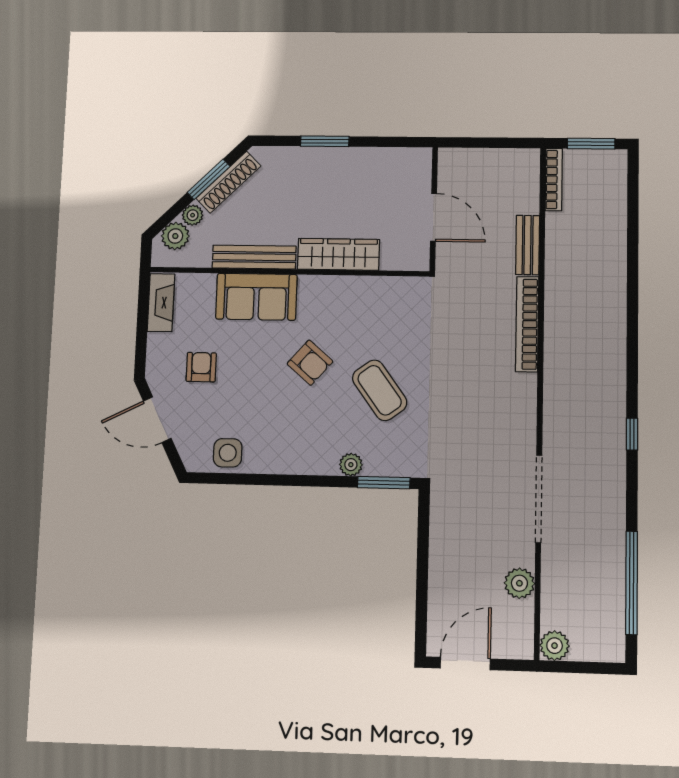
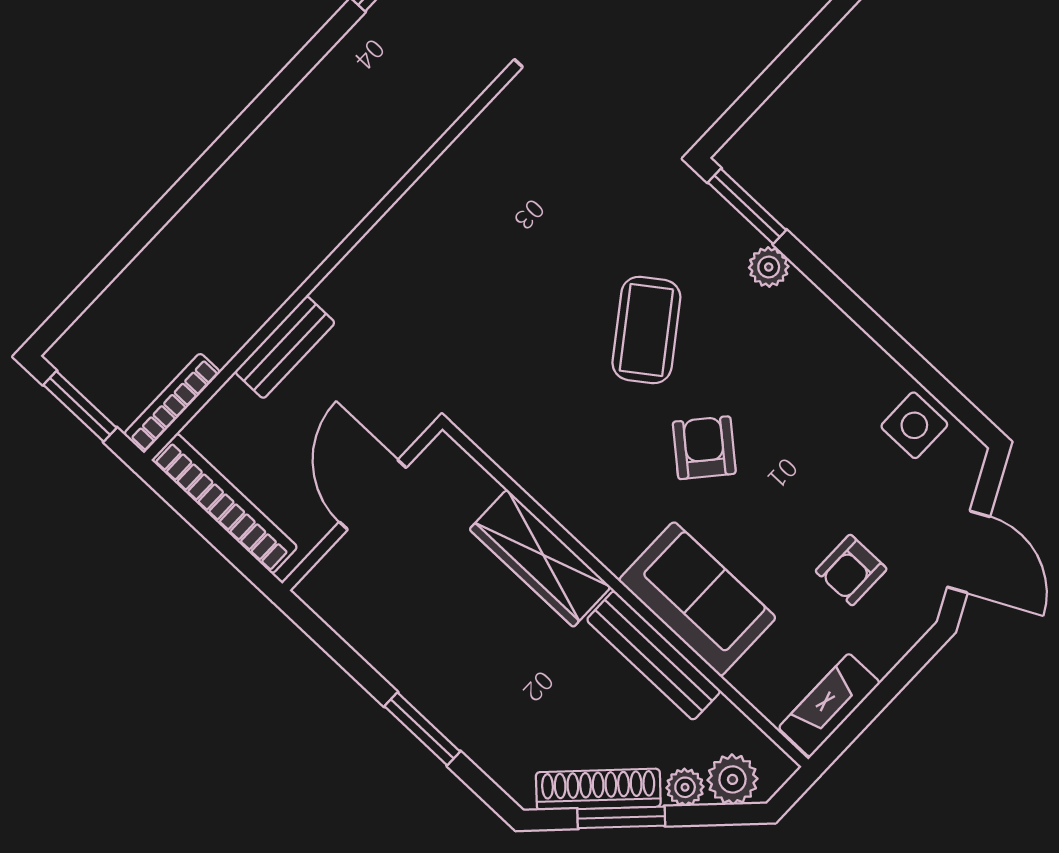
bookcase: (527, 324) -> (225, 503), moved, turned -90

